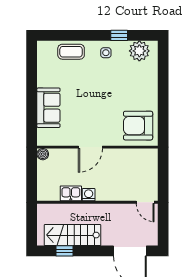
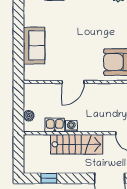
boiler: (43, 154) -> (29, 116), moved
stairs: (73, 235) -> (77, 144), moved, turned 180

